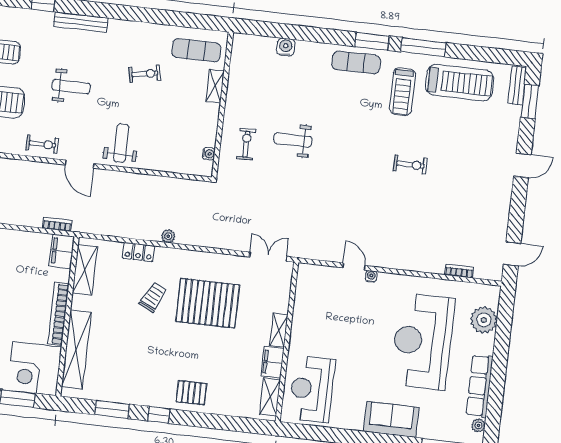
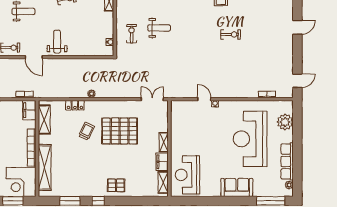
weight bench: (293, 140) -> (159, 28), turned 180

